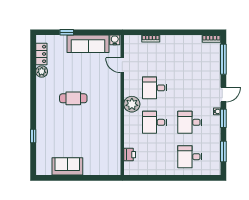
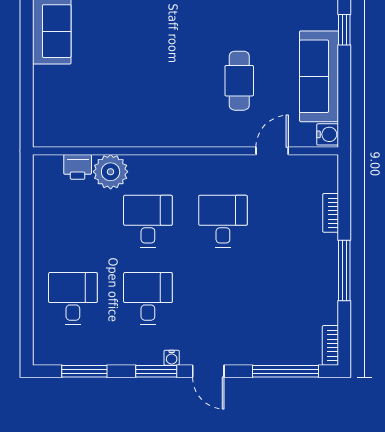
window: (177, 32) -> (344, 270), added
cafe table: (73, 98) -> (239, 81), moved
plant: (132, 104) -> (111, 172), moved

